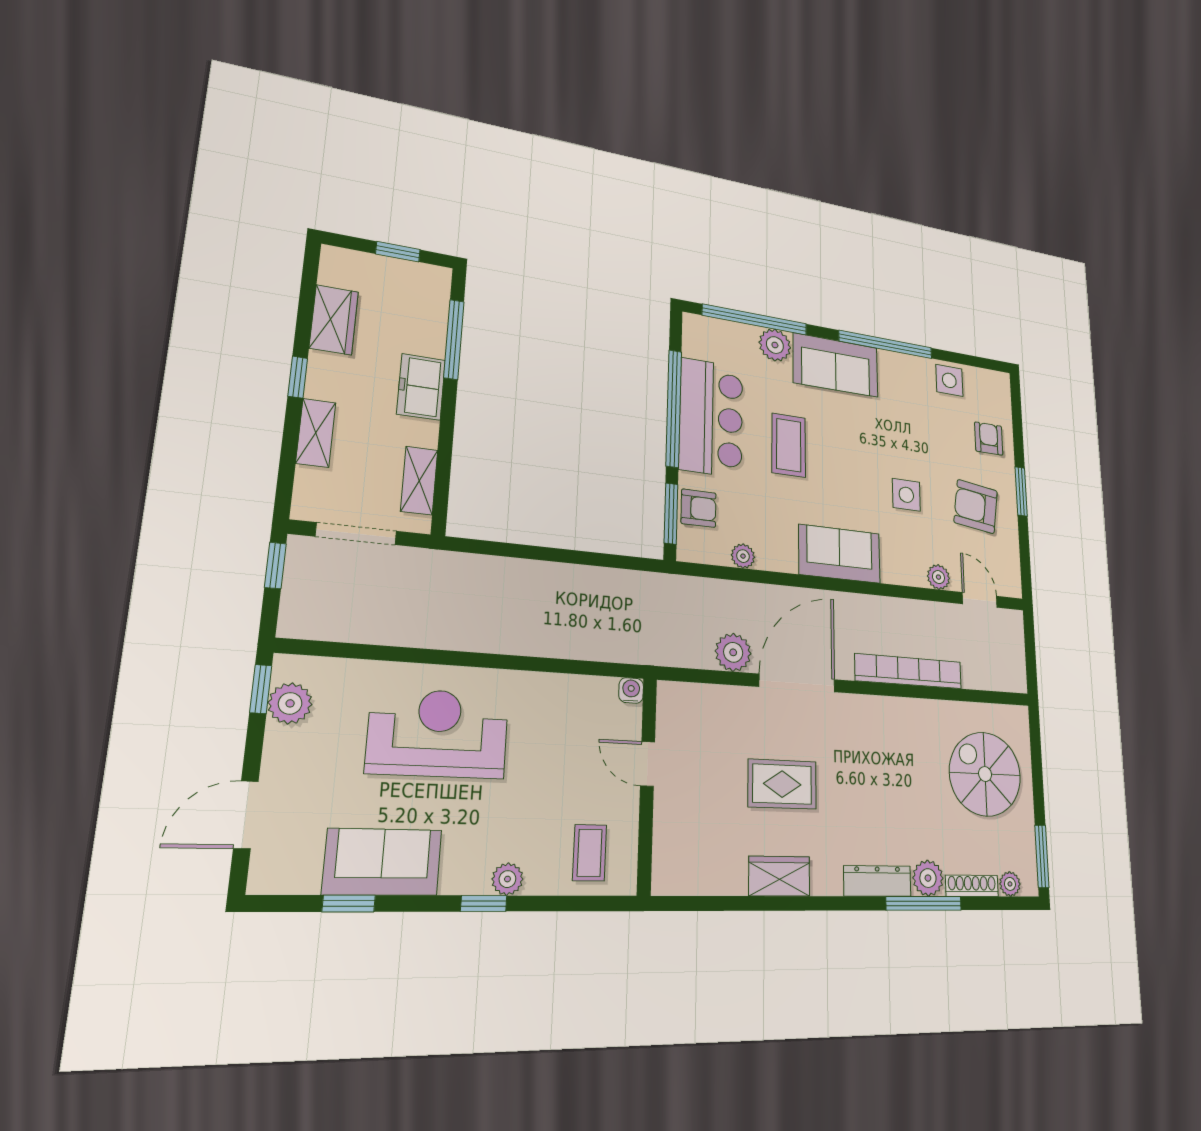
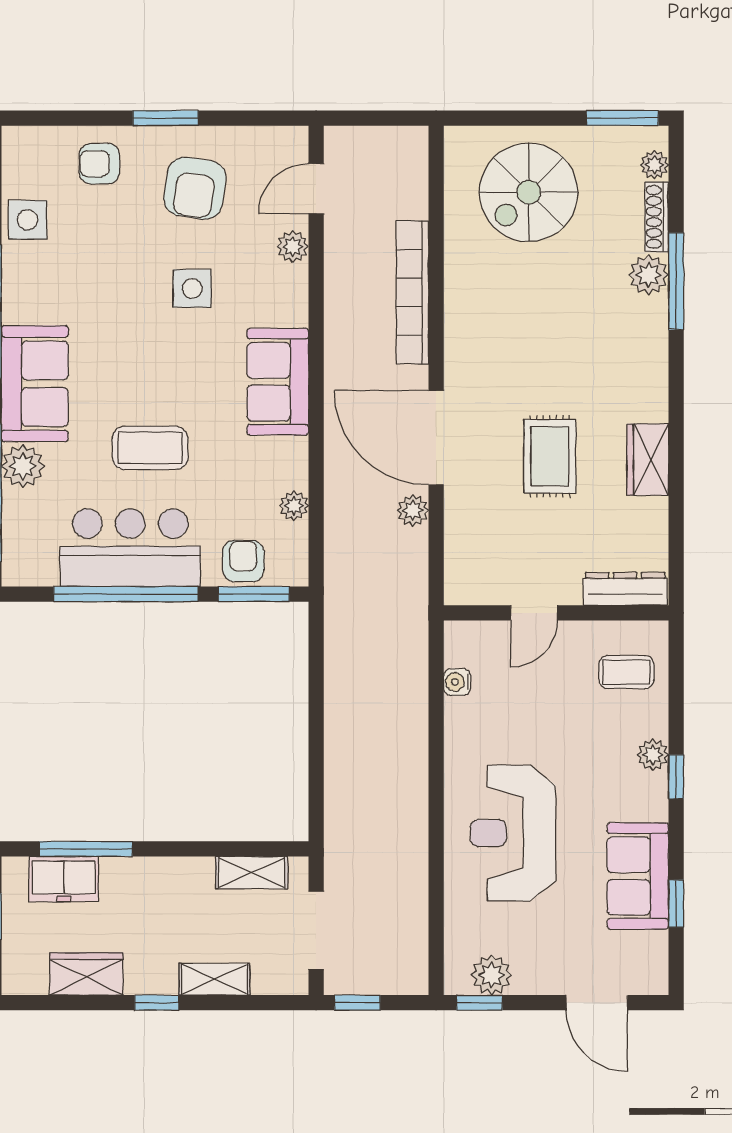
freezer: (421, 387) -> (64, 879), moved
plant: (733, 652) -> (413, 511), width x0.73, depth x0.73
water cooler: (631, 690) -> (457, 682), moved
dresser: (877, 881) -> (625, 589), moved, turned 90

